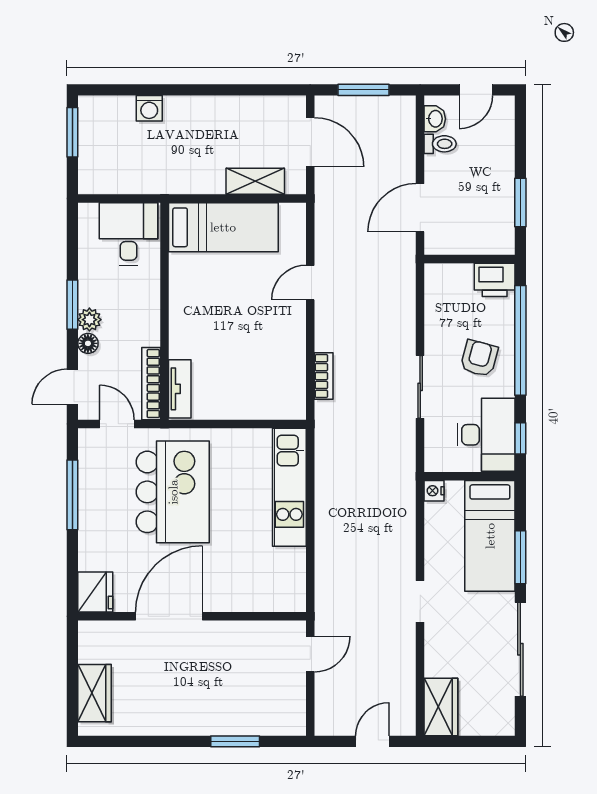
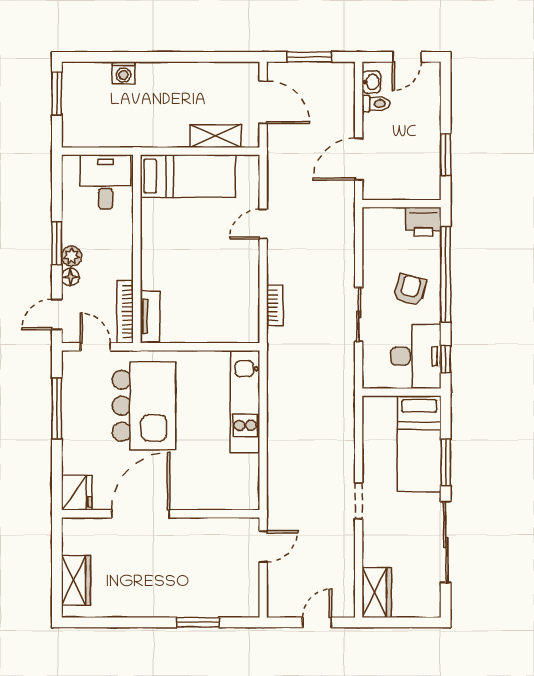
nightstand: (434, 491) -> (371, 405), removed

